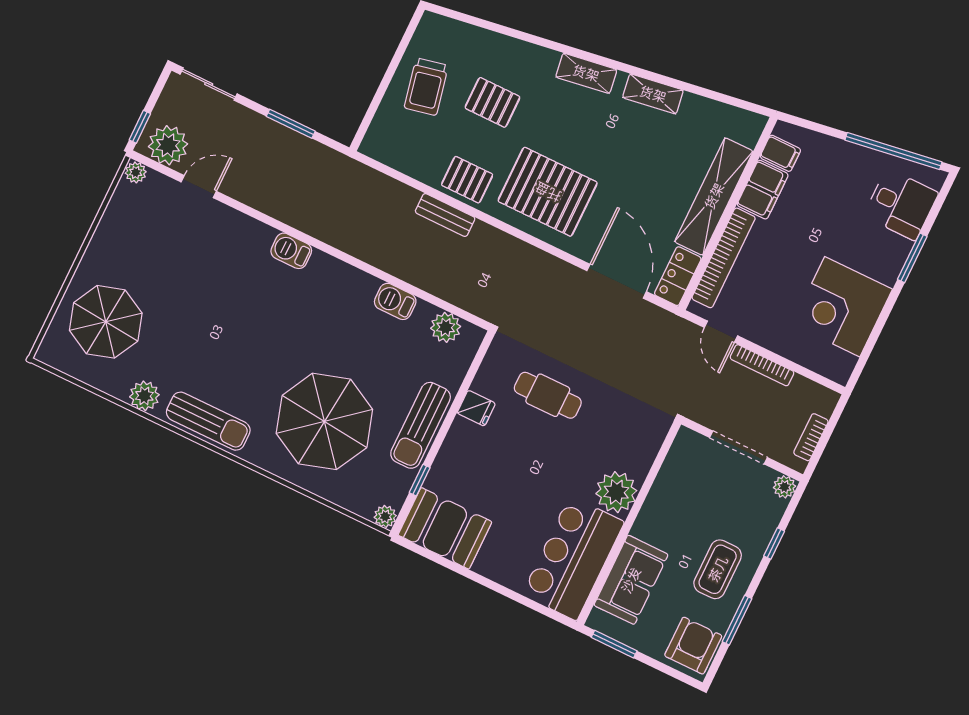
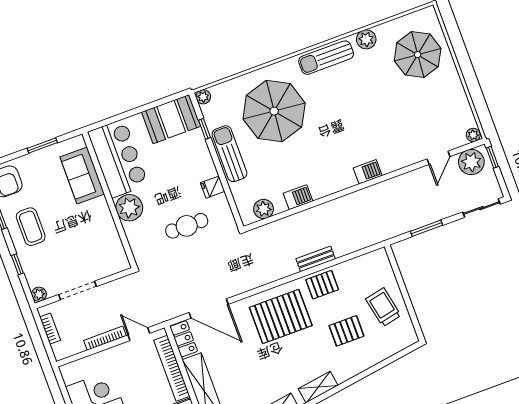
plant: (616, 492) -> (129, 208), moved
wall: (629, 523) -> (109, 200), moved
bar counter: (573, 558) -> (118, 158), moved
sofa: (631, 580) -> (82, 175), moved

